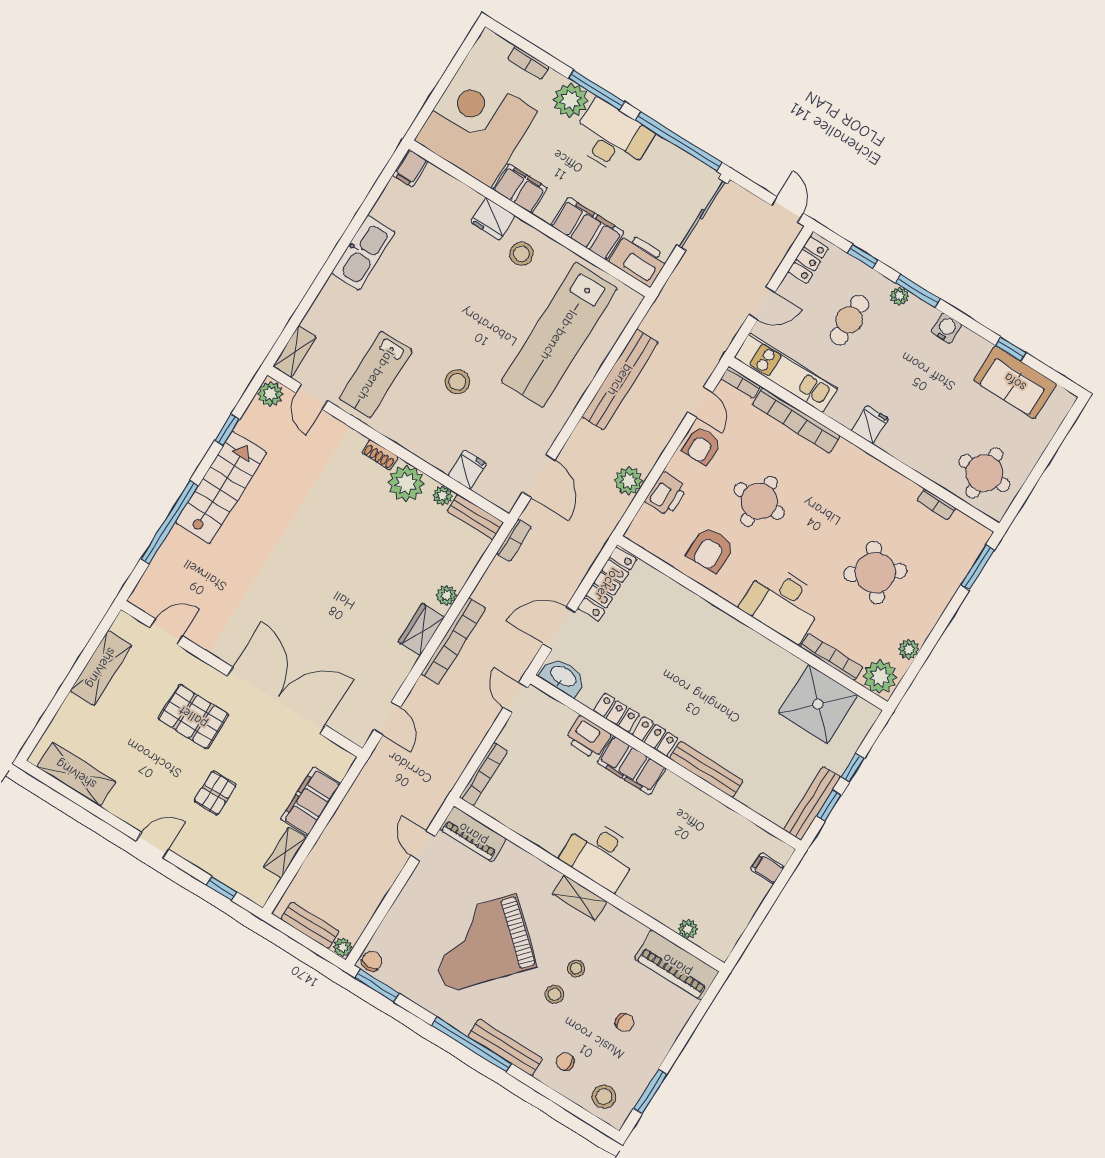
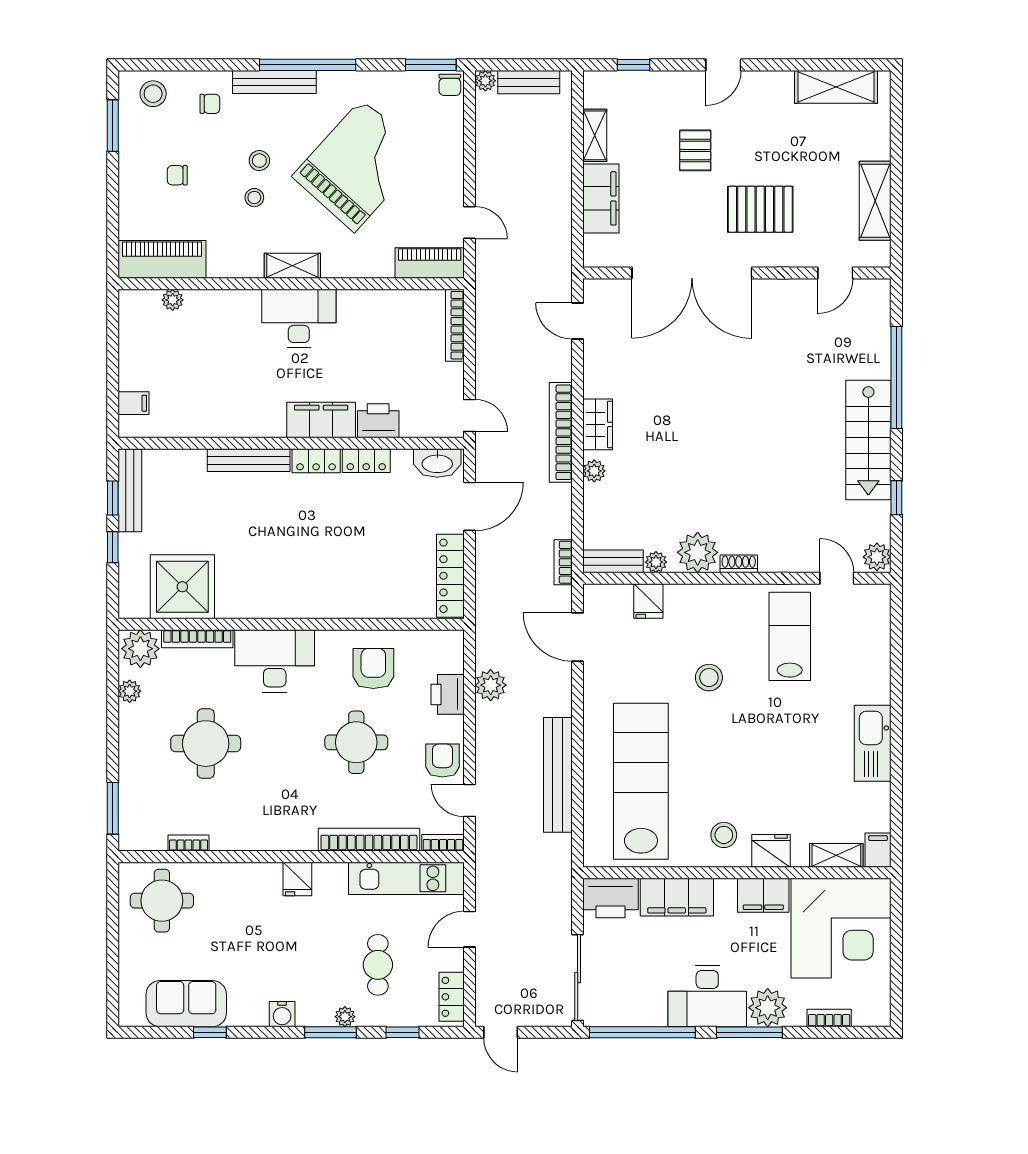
shelving: (295, 352) -> (836, 855), moved, turned 90
round table: (875, 573) -> (206, 744), turned 36

